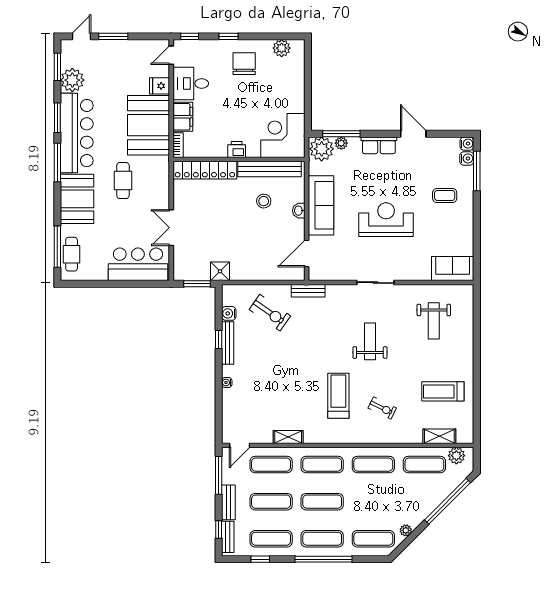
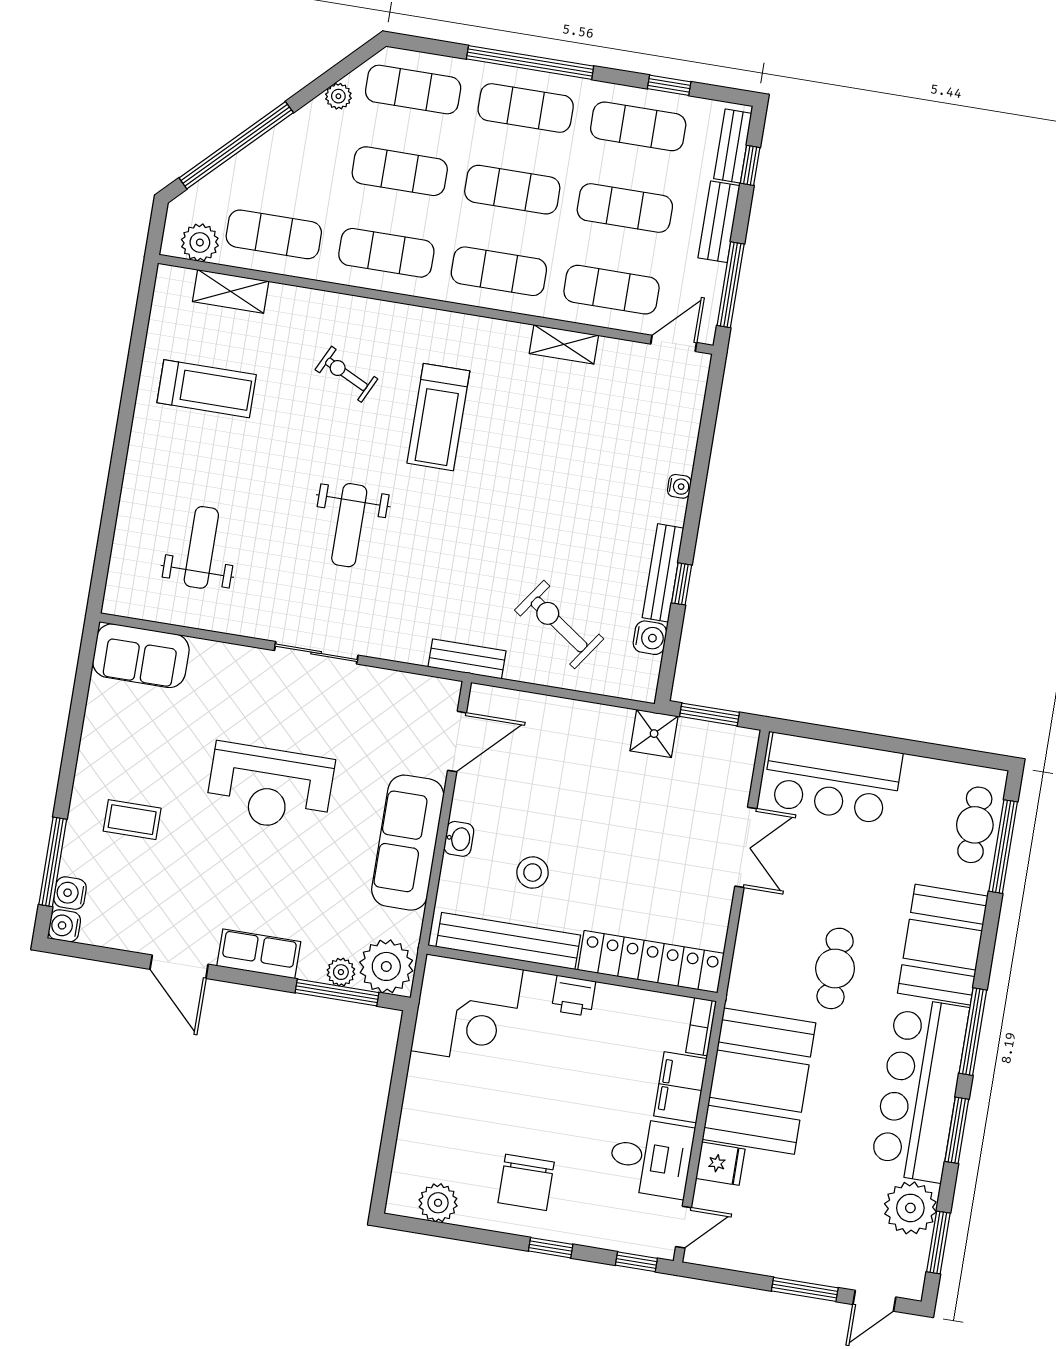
exercise mat: (373, 502) -> (400, 171), added

